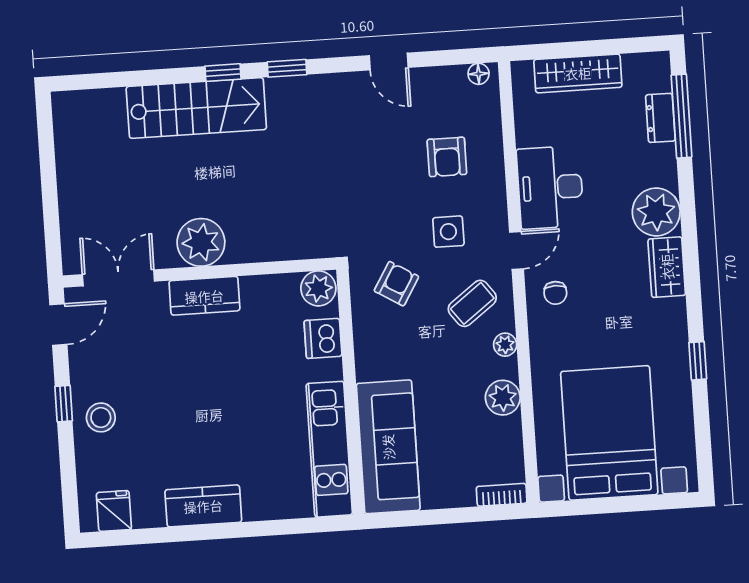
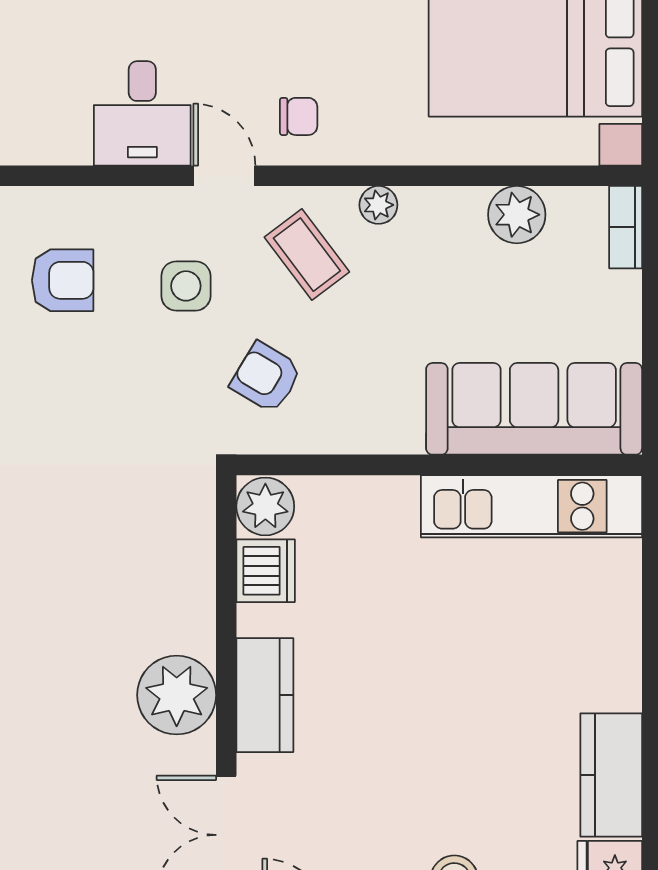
desk: (550, 187) -> (142, 113), width x0.73
dishwasher: (323, 338) -> (266, 571), moved, turned -90
plant: (503, 398) -> (517, 215), moved
kitchen counter: (203, 506) -> (611, 775), moved

